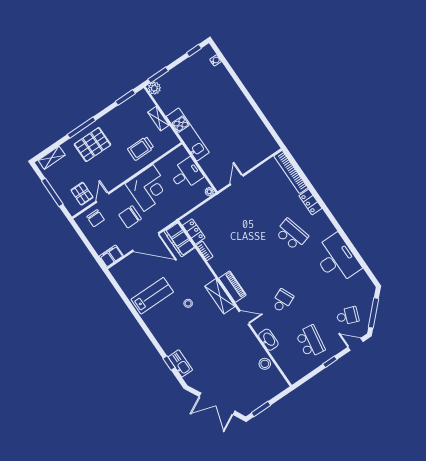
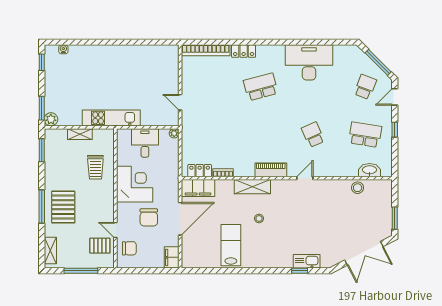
shelving: (220, 296) -> (252, 187), moved
washbasin: (268, 340) -> (369, 170), moved

